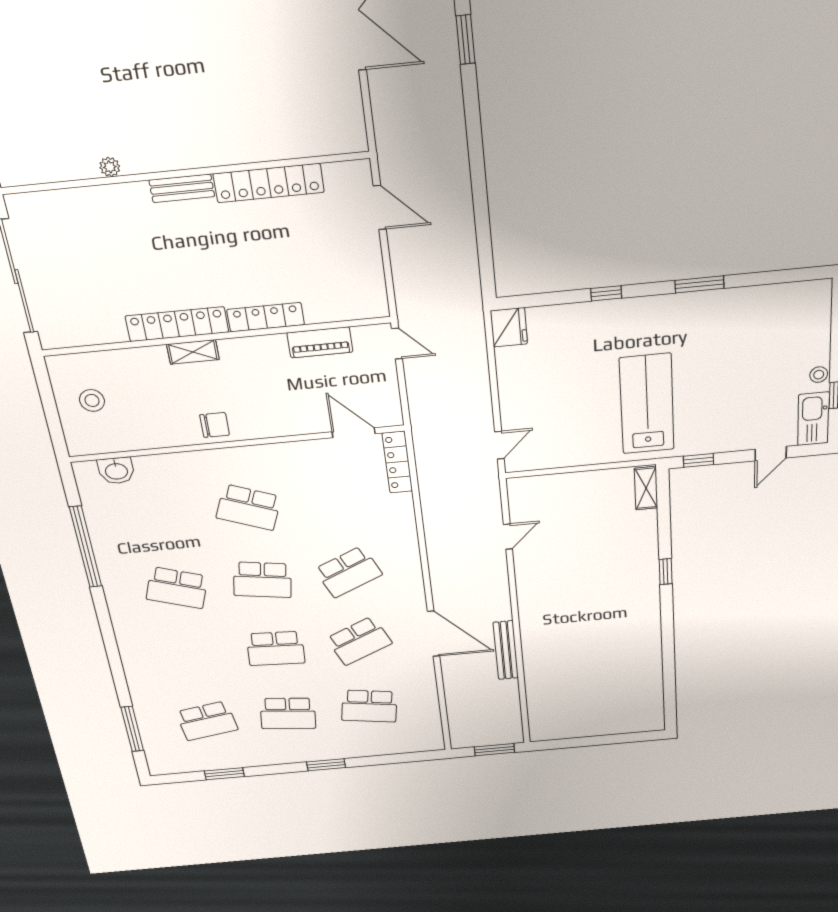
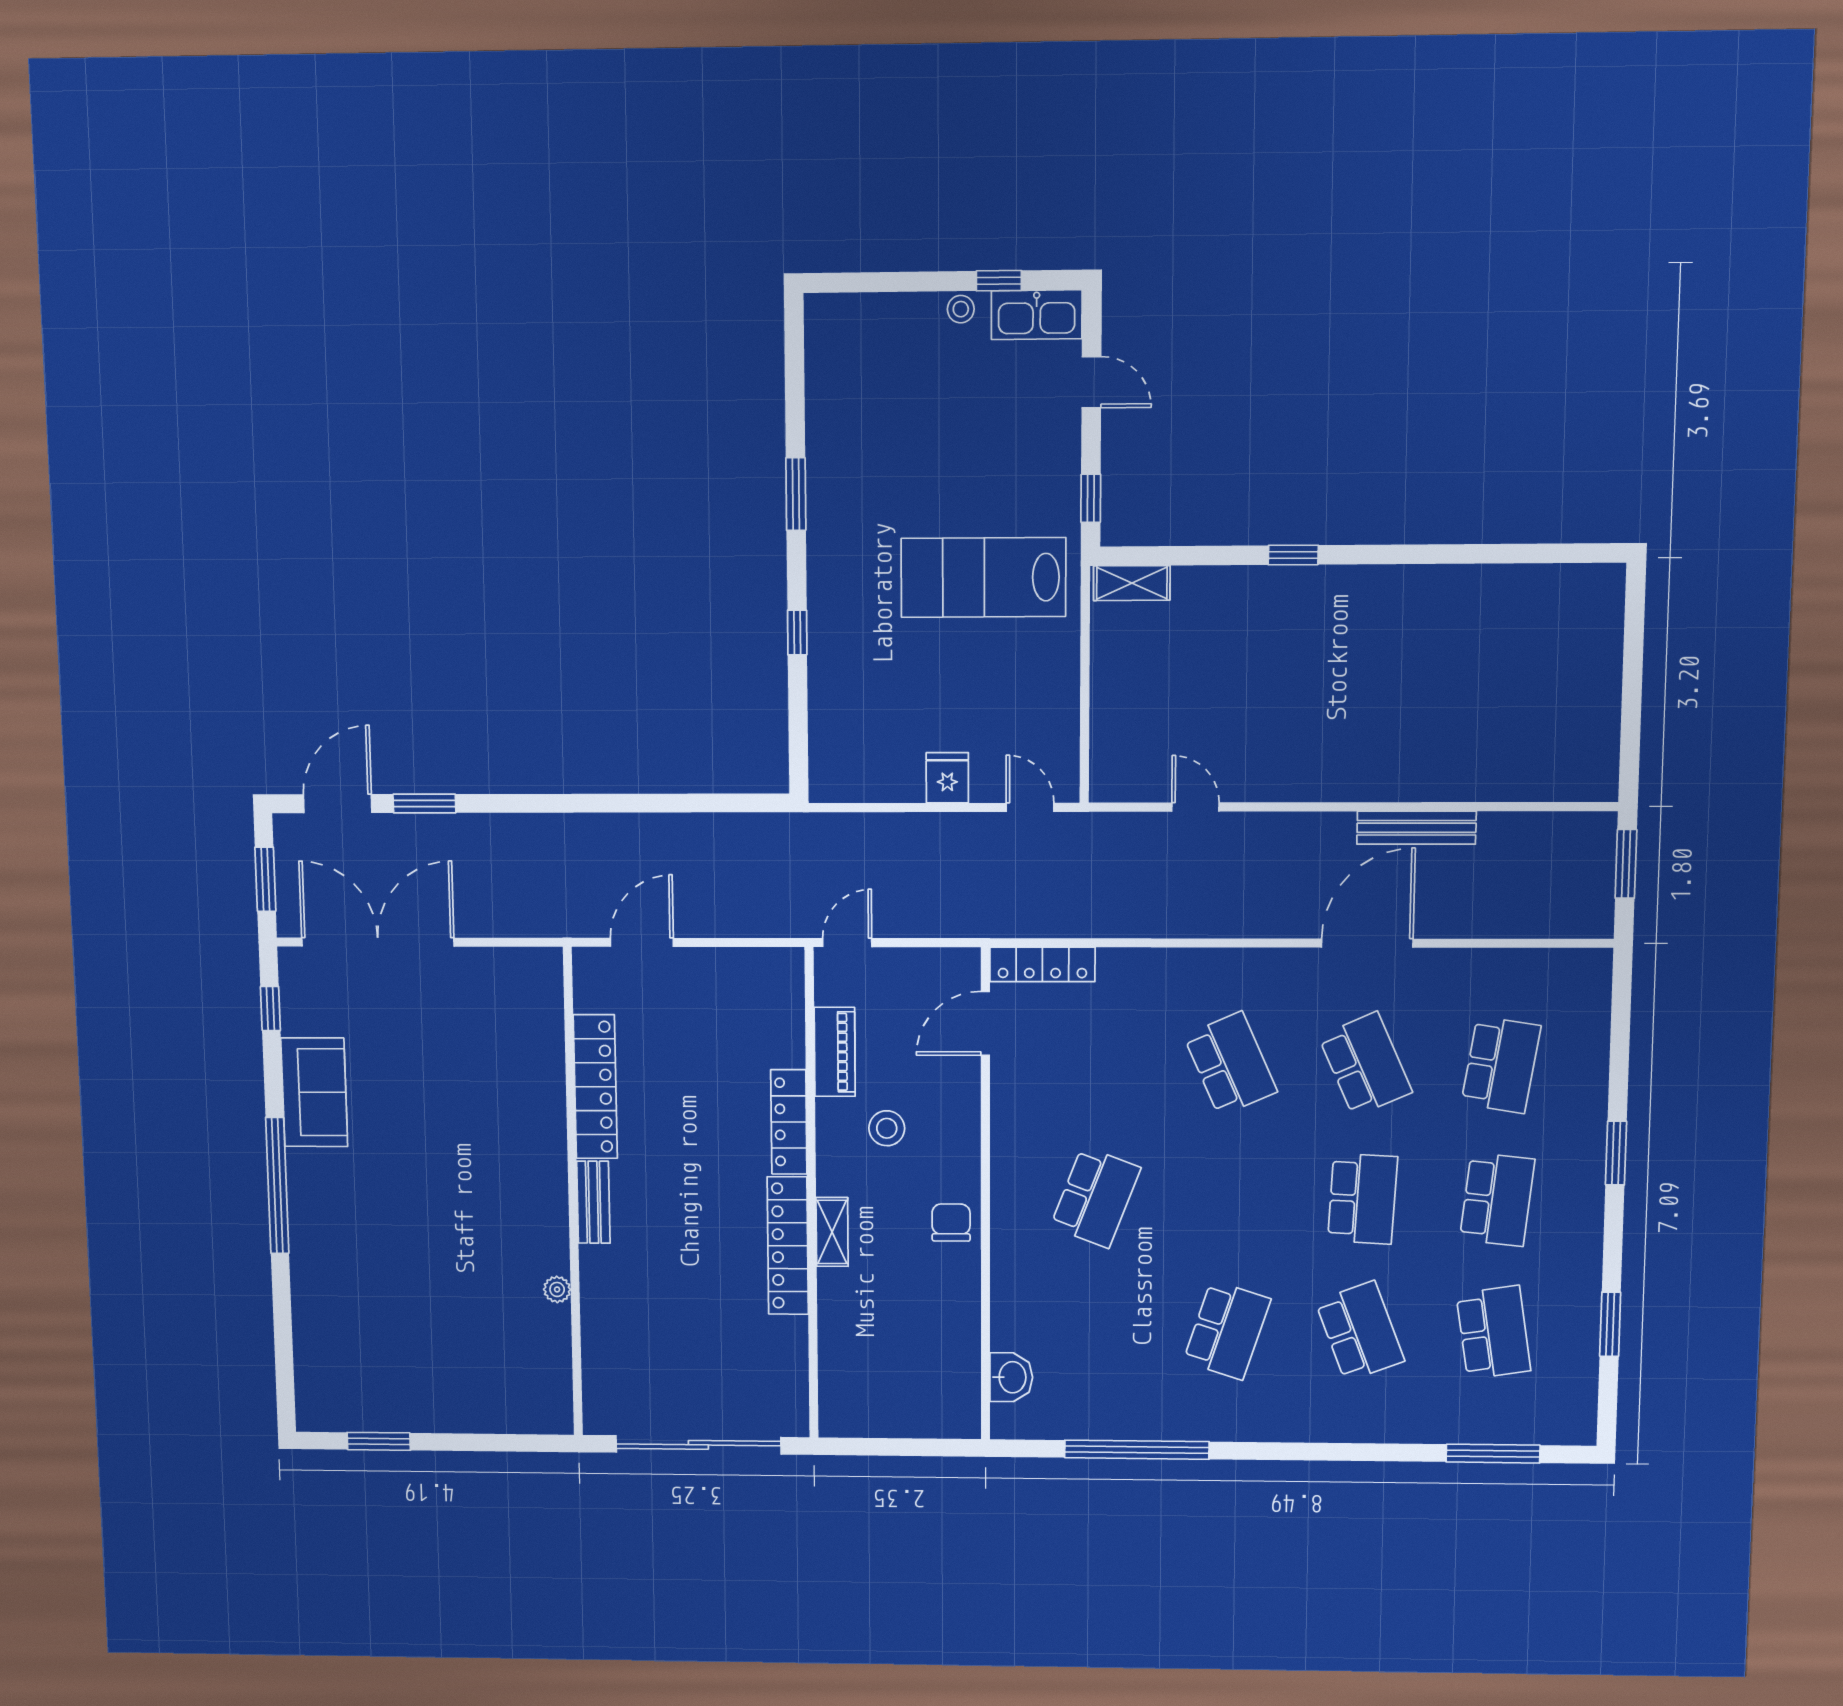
fridge: (509, 327) -> (947, 778), moved, width x0.72
stool: (92, 400) -> (887, 1128), moved
school desk: (262, 580) -> (1360, 1331), moved, turned -30

